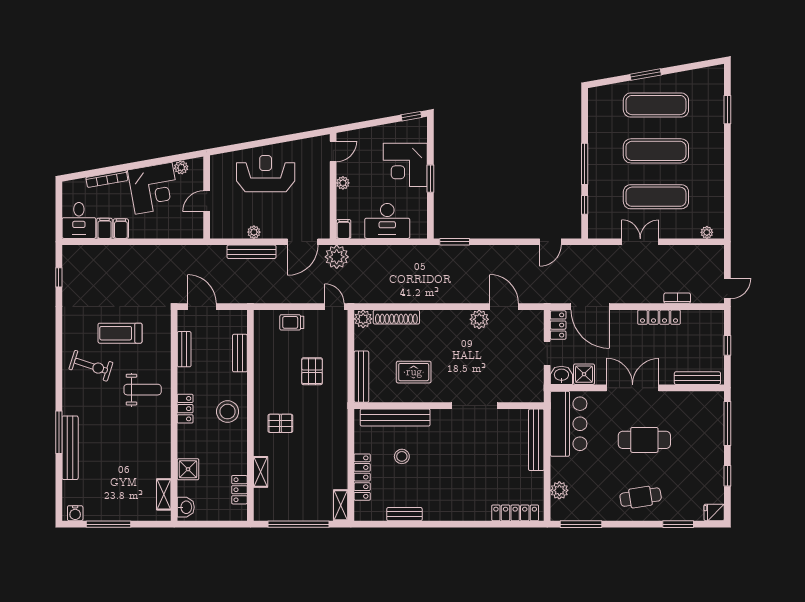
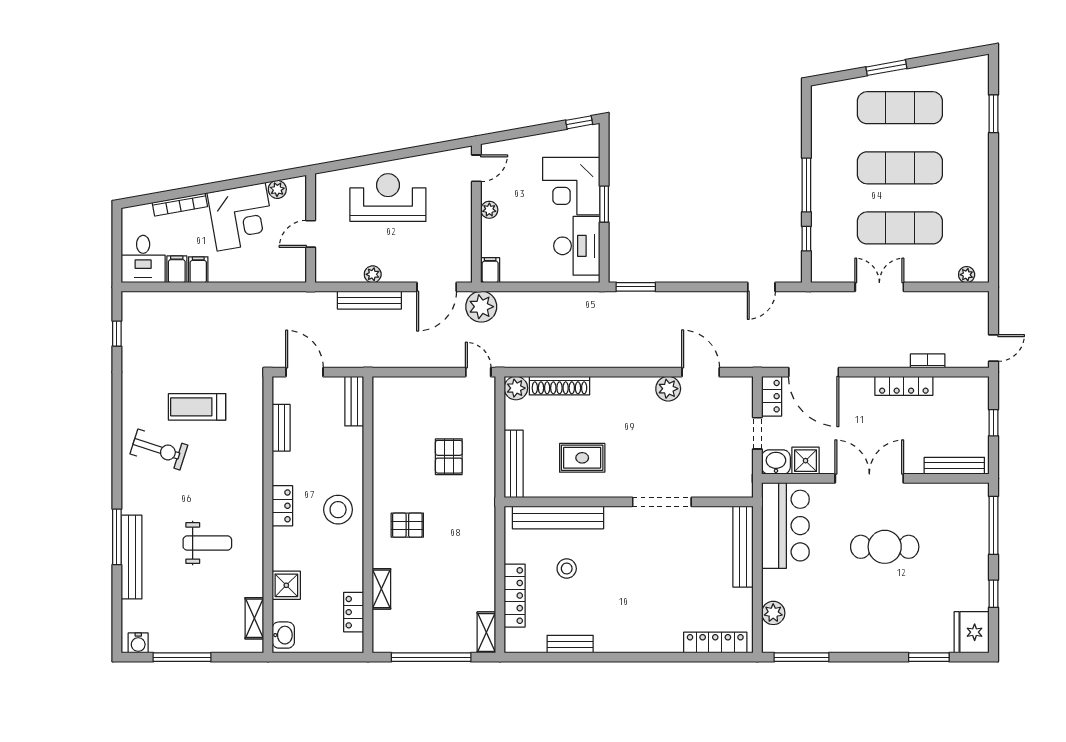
desk: (387, 221) -> (577, 246), moved, turned -90
trolley: (292, 322) -> (422, 393), removed
bench: (240, 353) -> (354, 401), moved
weight bench: (143, 390) -> (207, 543), moved
cafe table: (641, 497) -> (880, 622), removed
fridge: (714, 512) -> (972, 632), width x1.88, depth x1.34

